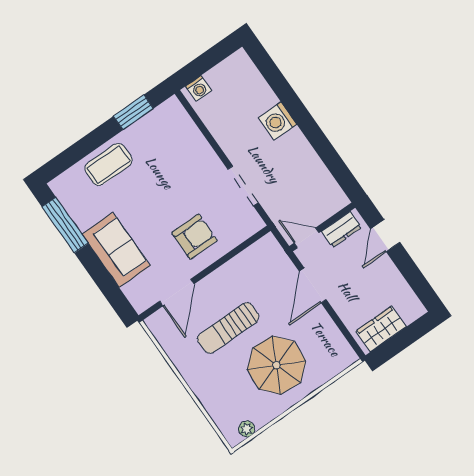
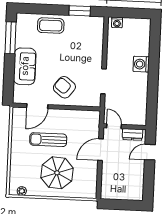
armchair: (195, 237) -> (64, 87), turned -142
wardrobe: (381, 329) -> (116, 192), removed

